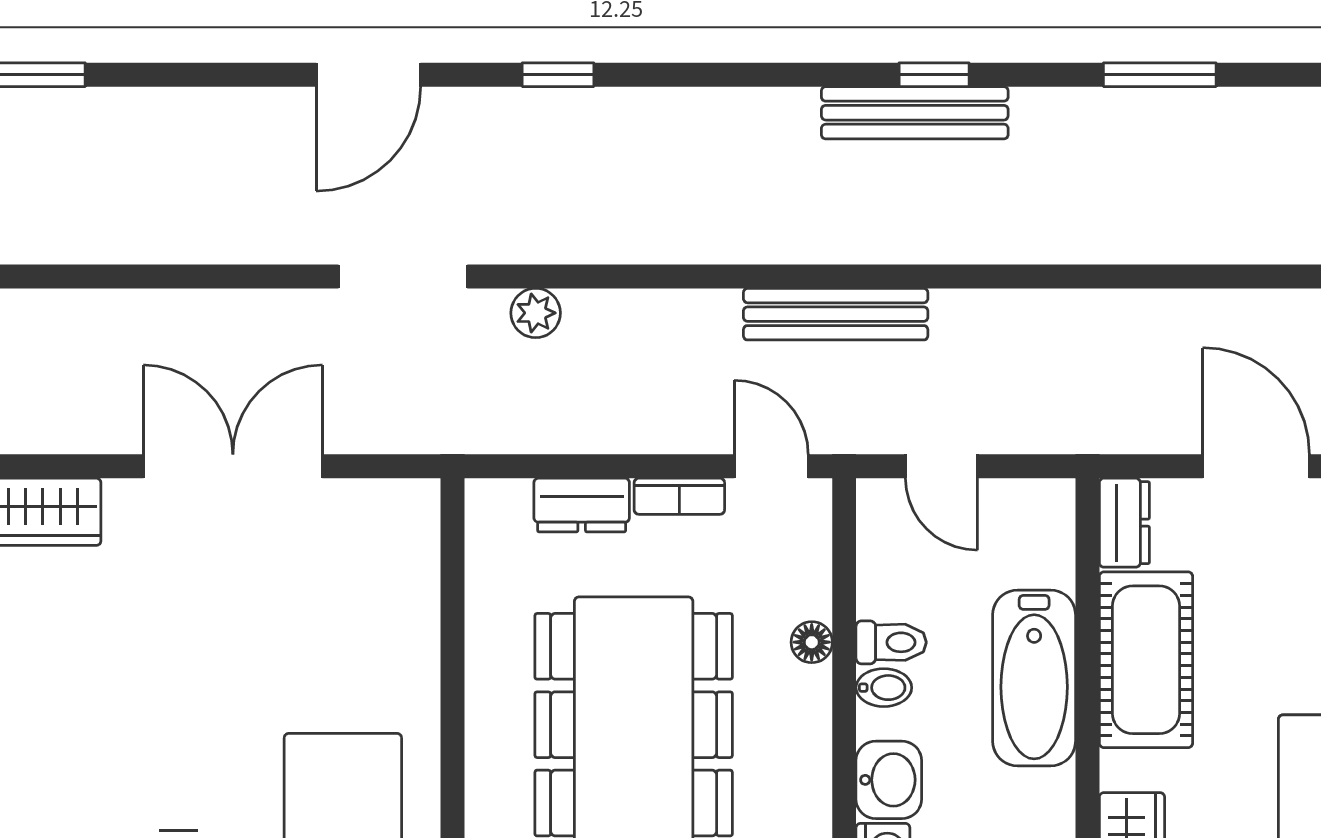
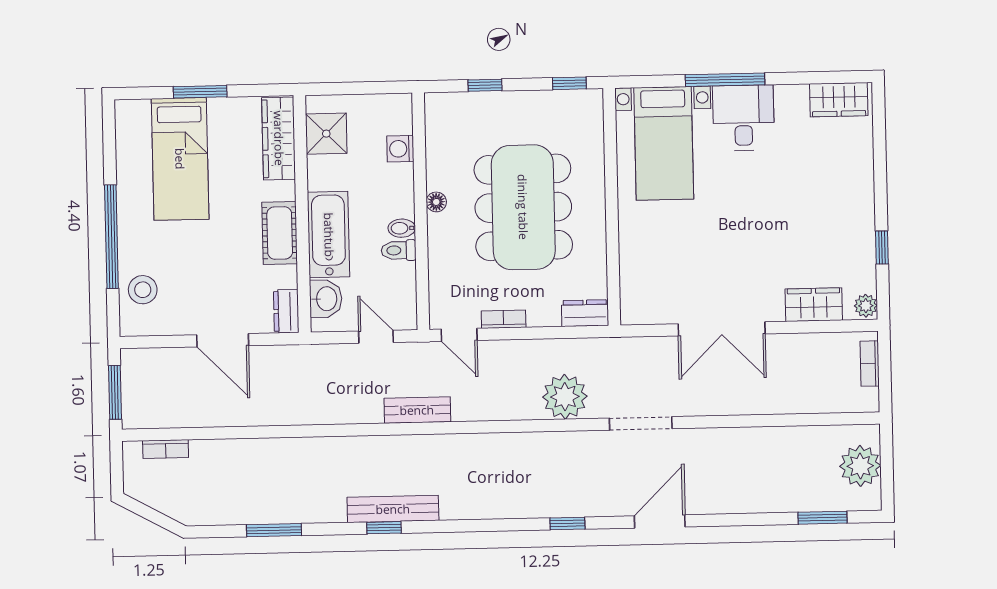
plant: (536, 313) -> (565, 397), width x1.88, depth x1.88
bench: (836, 314) -> (417, 410), width x0.73
dresser: (582, 505) -> (585, 313), moved
floor lamp: (812, 642) -> (436, 202), moved
cot: (1146, 660) -> (280, 233), width x0.73, depth x0.75
washbasin: (889, 780) -> (326, 299), moved, turned 180

